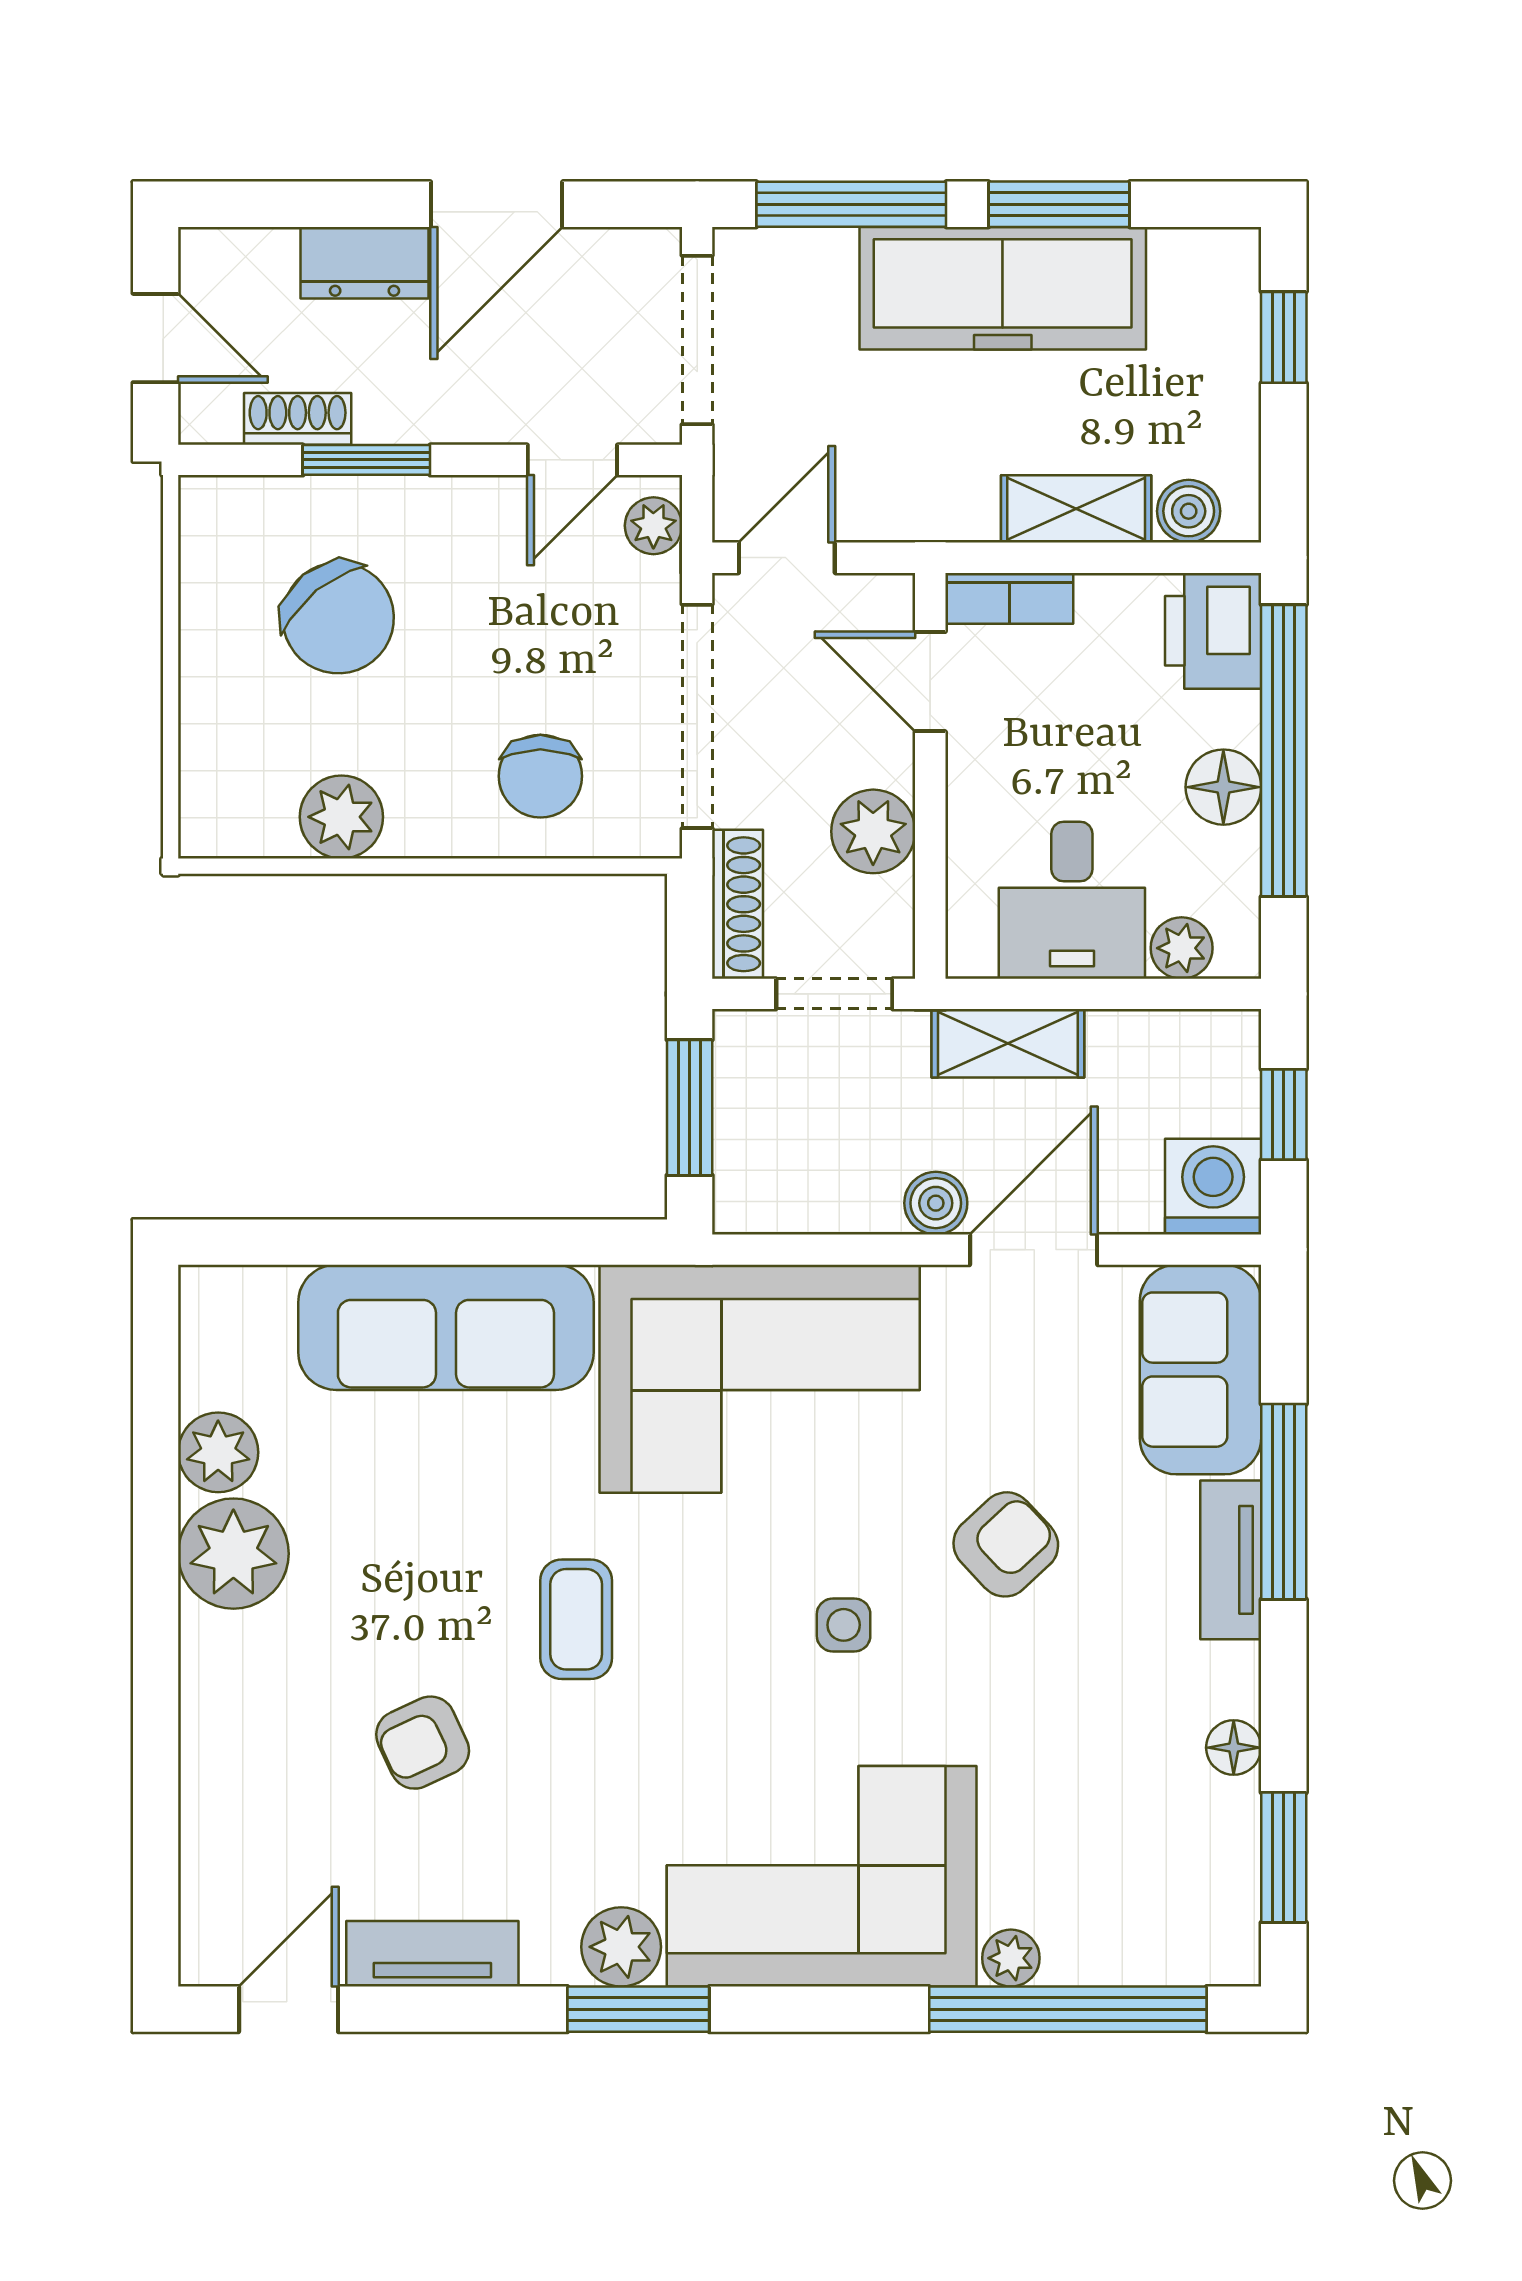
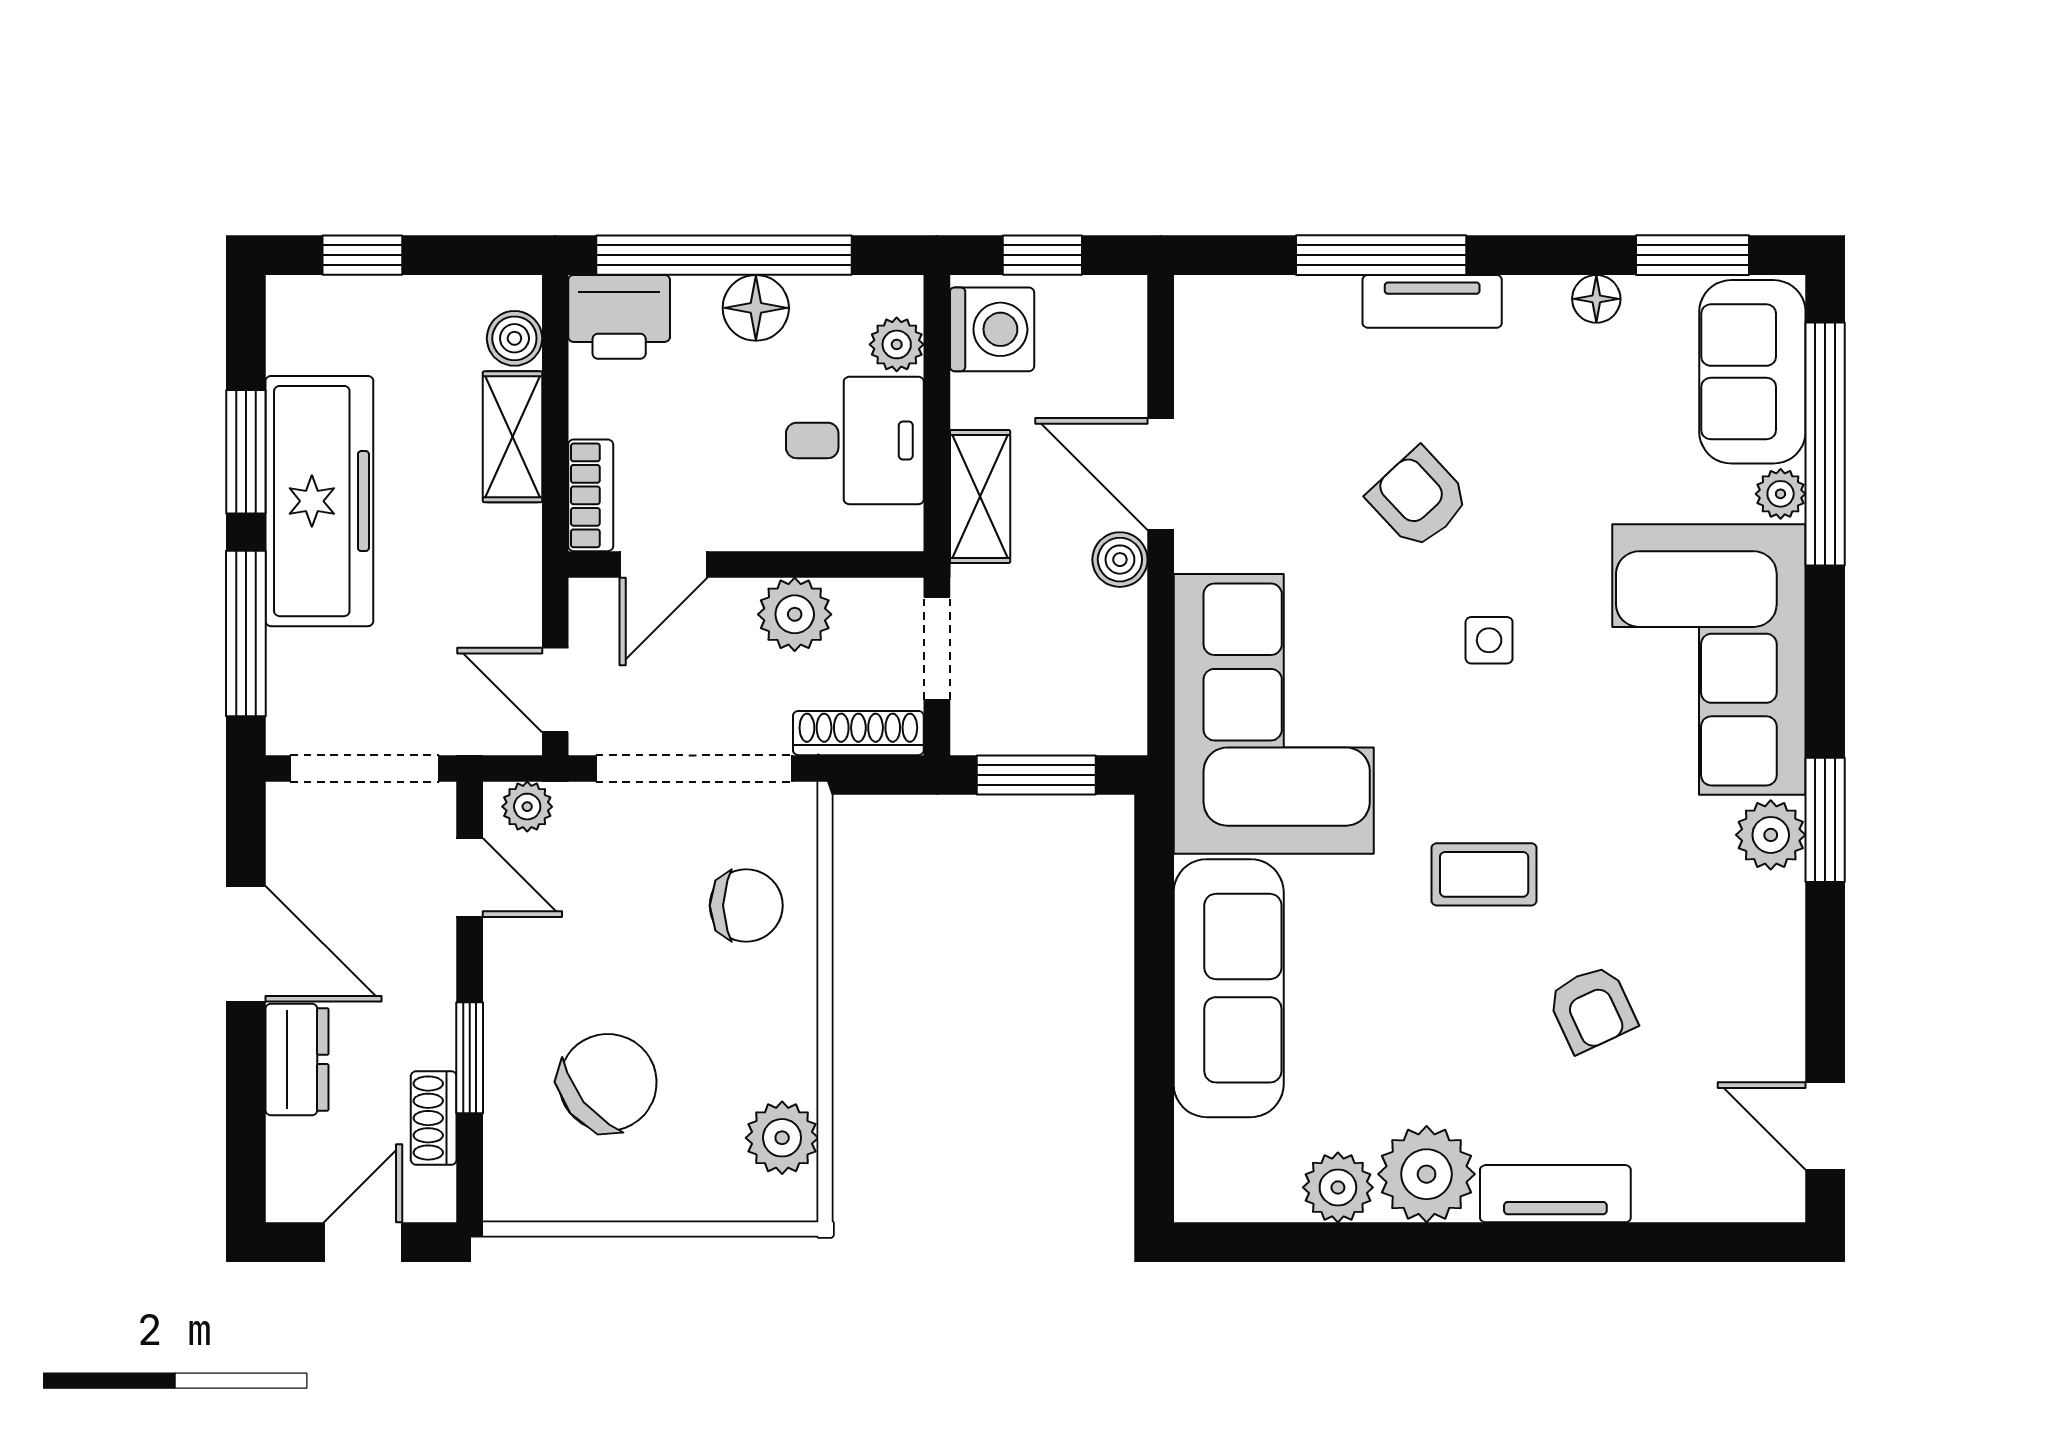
plant: (341, 817) -> (782, 1138), moved
washing machine: (1213, 1187) -> (992, 329), moved, turned 180
sofa: (1200, 1370) -> (1752, 372), moved, turned 90
tv unit: (432, 1954) -> (1555, 1194), moved, turned 90

